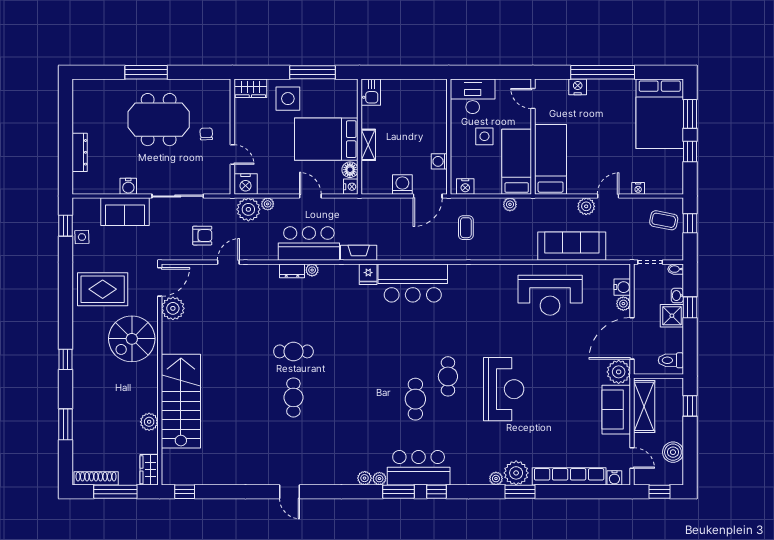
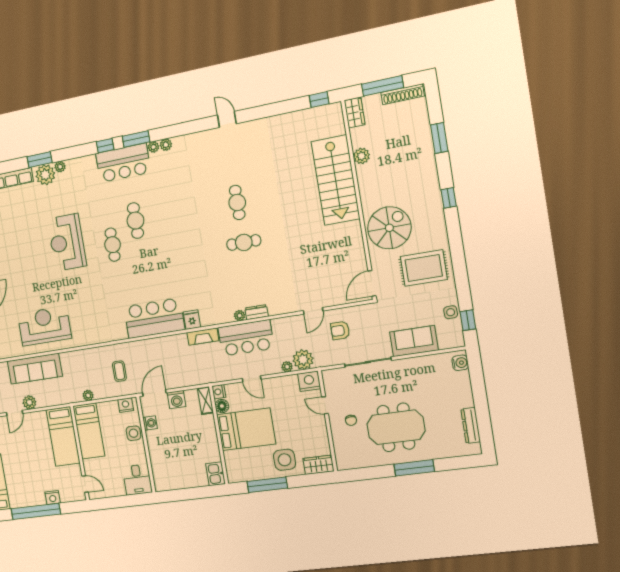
desk: (473, 96) -> (137, 480), width x0.73
side table: (484, 136) -> (133, 433), moved
shelving: (368, 145) -> (205, 400), moved
dresser: (80, 152) -> (471, 425), moved
water cooler: (128, 186) -> (460, 363), moved, turned 90
plant: (173, 308) -> (356, 262), removed

